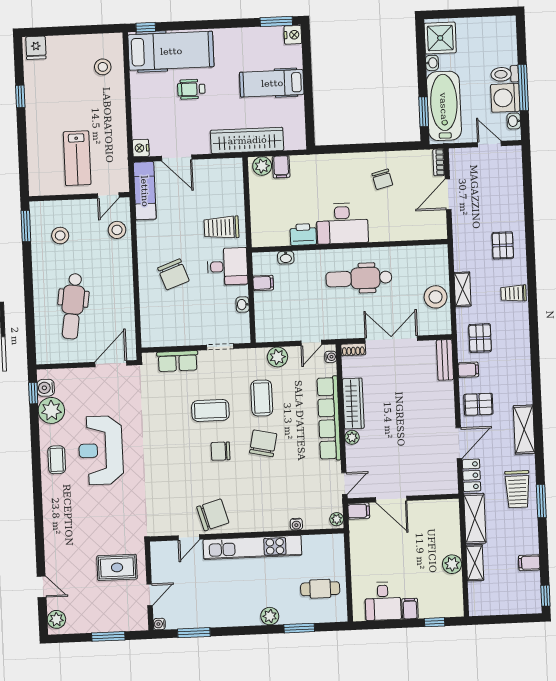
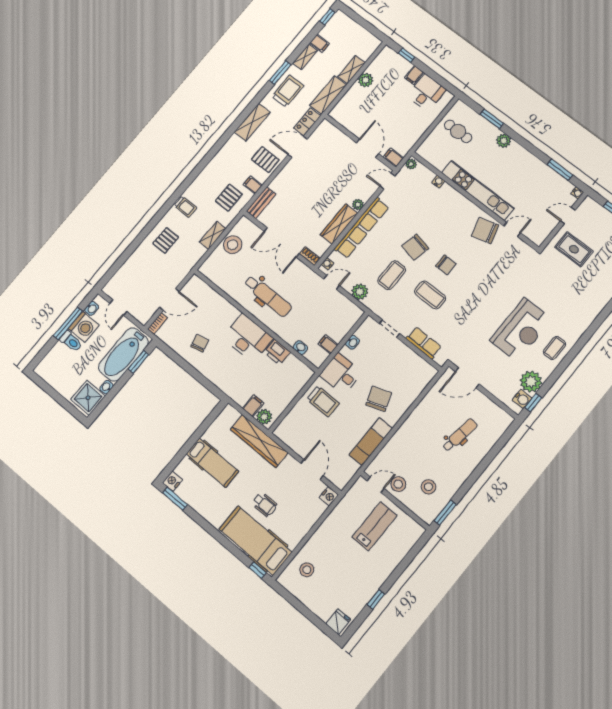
exam couch: (145, 191) -> (371, 442), moved
stool: (117, 230) -> (398, 484), moved
dental chair: (73, 306) -> (460, 435), width x0.73, depth x0.72
shelving: (531, 537) -> (305, 57), added

